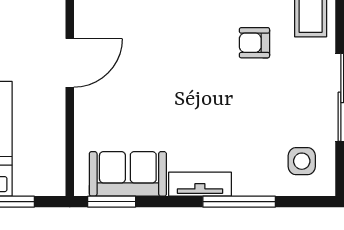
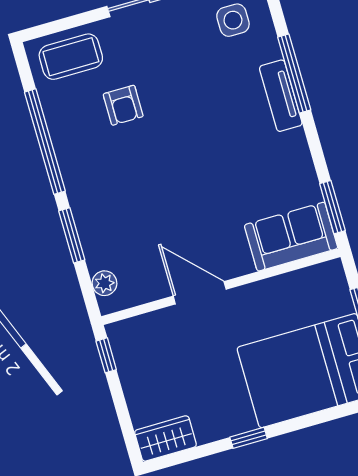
sofa: (128, 174) -> (291, 237), moved, turned 90
tv unit: (200, 184) -> (281, 96), moved

